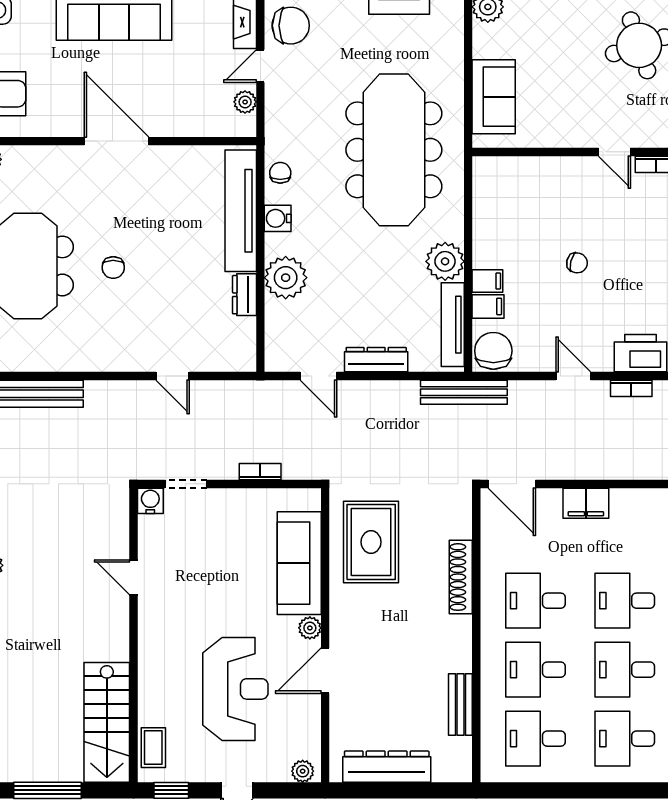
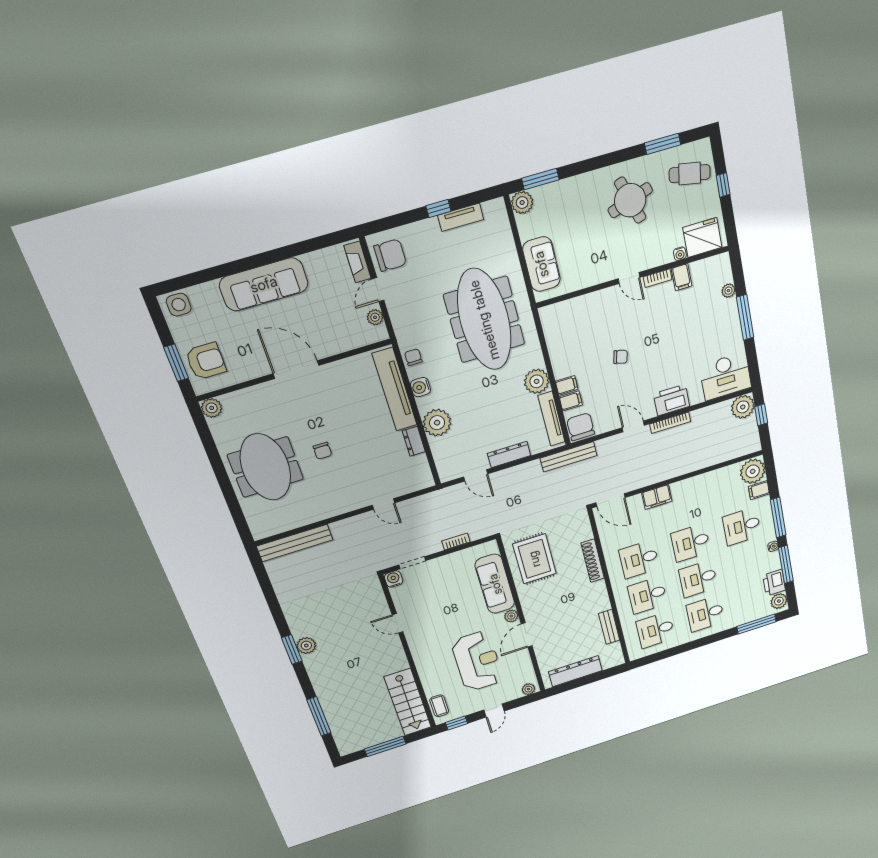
bookcase: (631, 388) -> (670, 423), width x1.56

